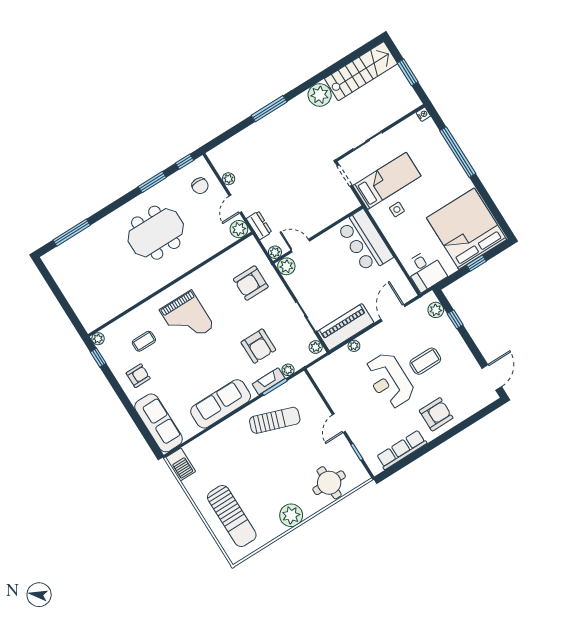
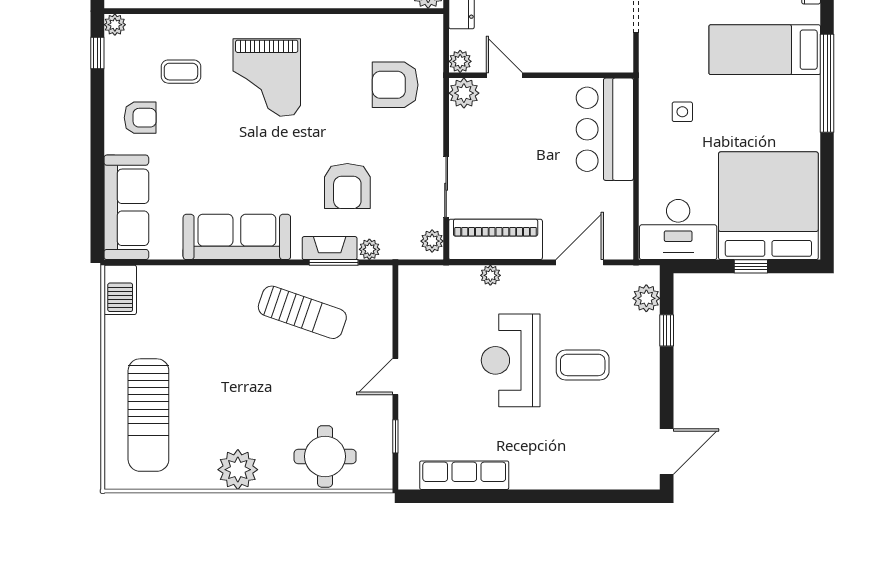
bed: (387, 181) -> (765, 50), moved, turned 180
desk: (425, 270) -> (678, 230), width x1.37
armchair: (436, 414) -> (549, 455), removed

